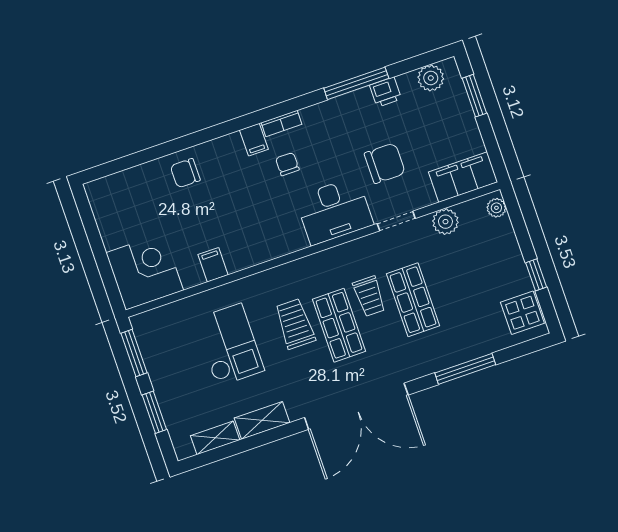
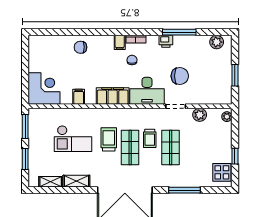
printer: (386, 92) -> (166, 41), moved
window: (474, 96) -> (235, 75), moved
filing cabinet: (463, 177) -> (113, 96), moved
checkout: (229, 345) -> (73, 139), turned 90

